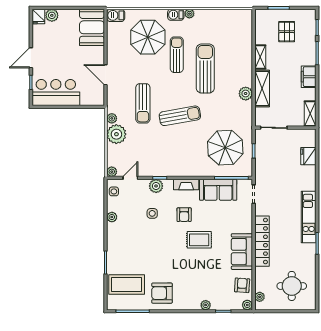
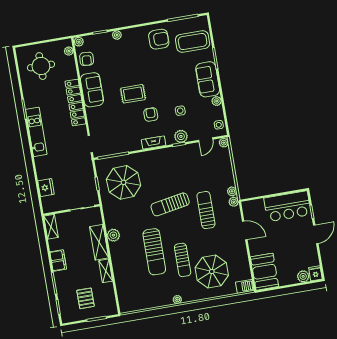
barbecue: (176, 15) -> (190, 296), removed
plant: (116, 134) -> (234, 202), moved, width x0.53, depth x0.53
sofa: (218, 190) -> (208, 79), moved, turned -90

